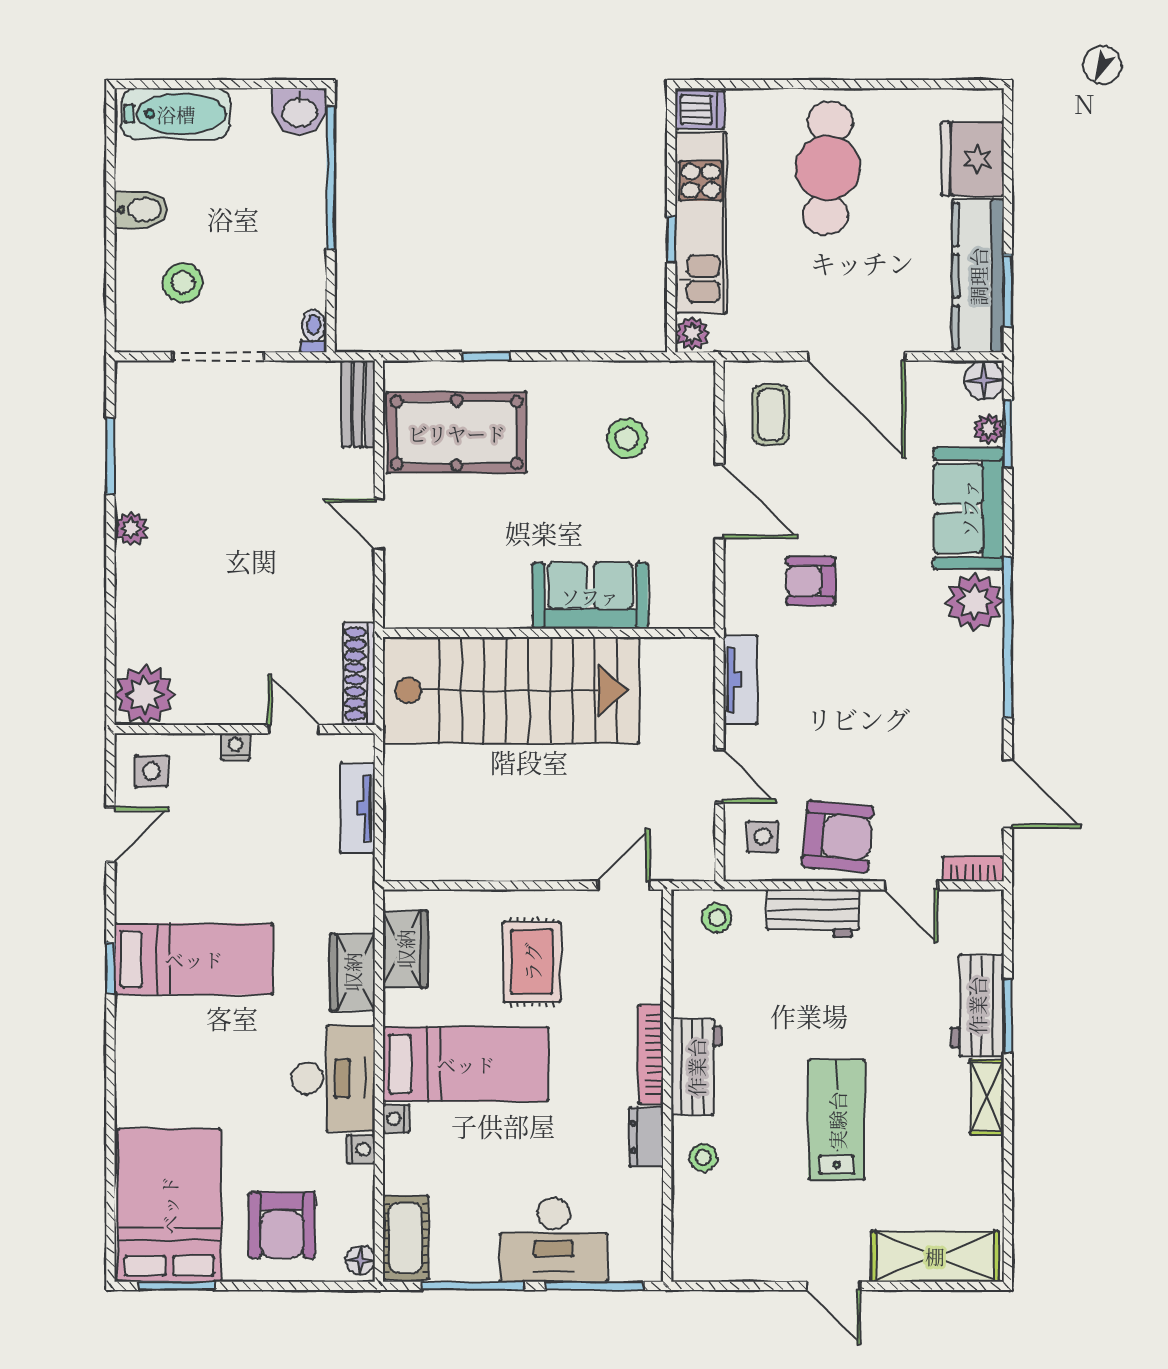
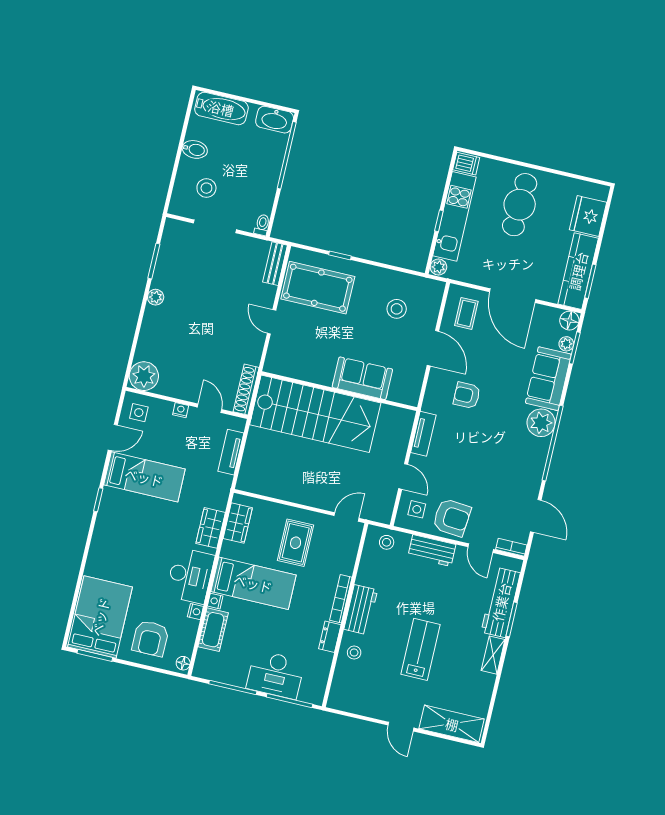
washbasin: (299, 111) -> (275, 120), width x1.38
bed: (194, 959) -> (144, 477), moved
workbench: (977, 1005) -> (501, 602), width x1.37
cot: (406, 1238) -> (213, 630), moved

